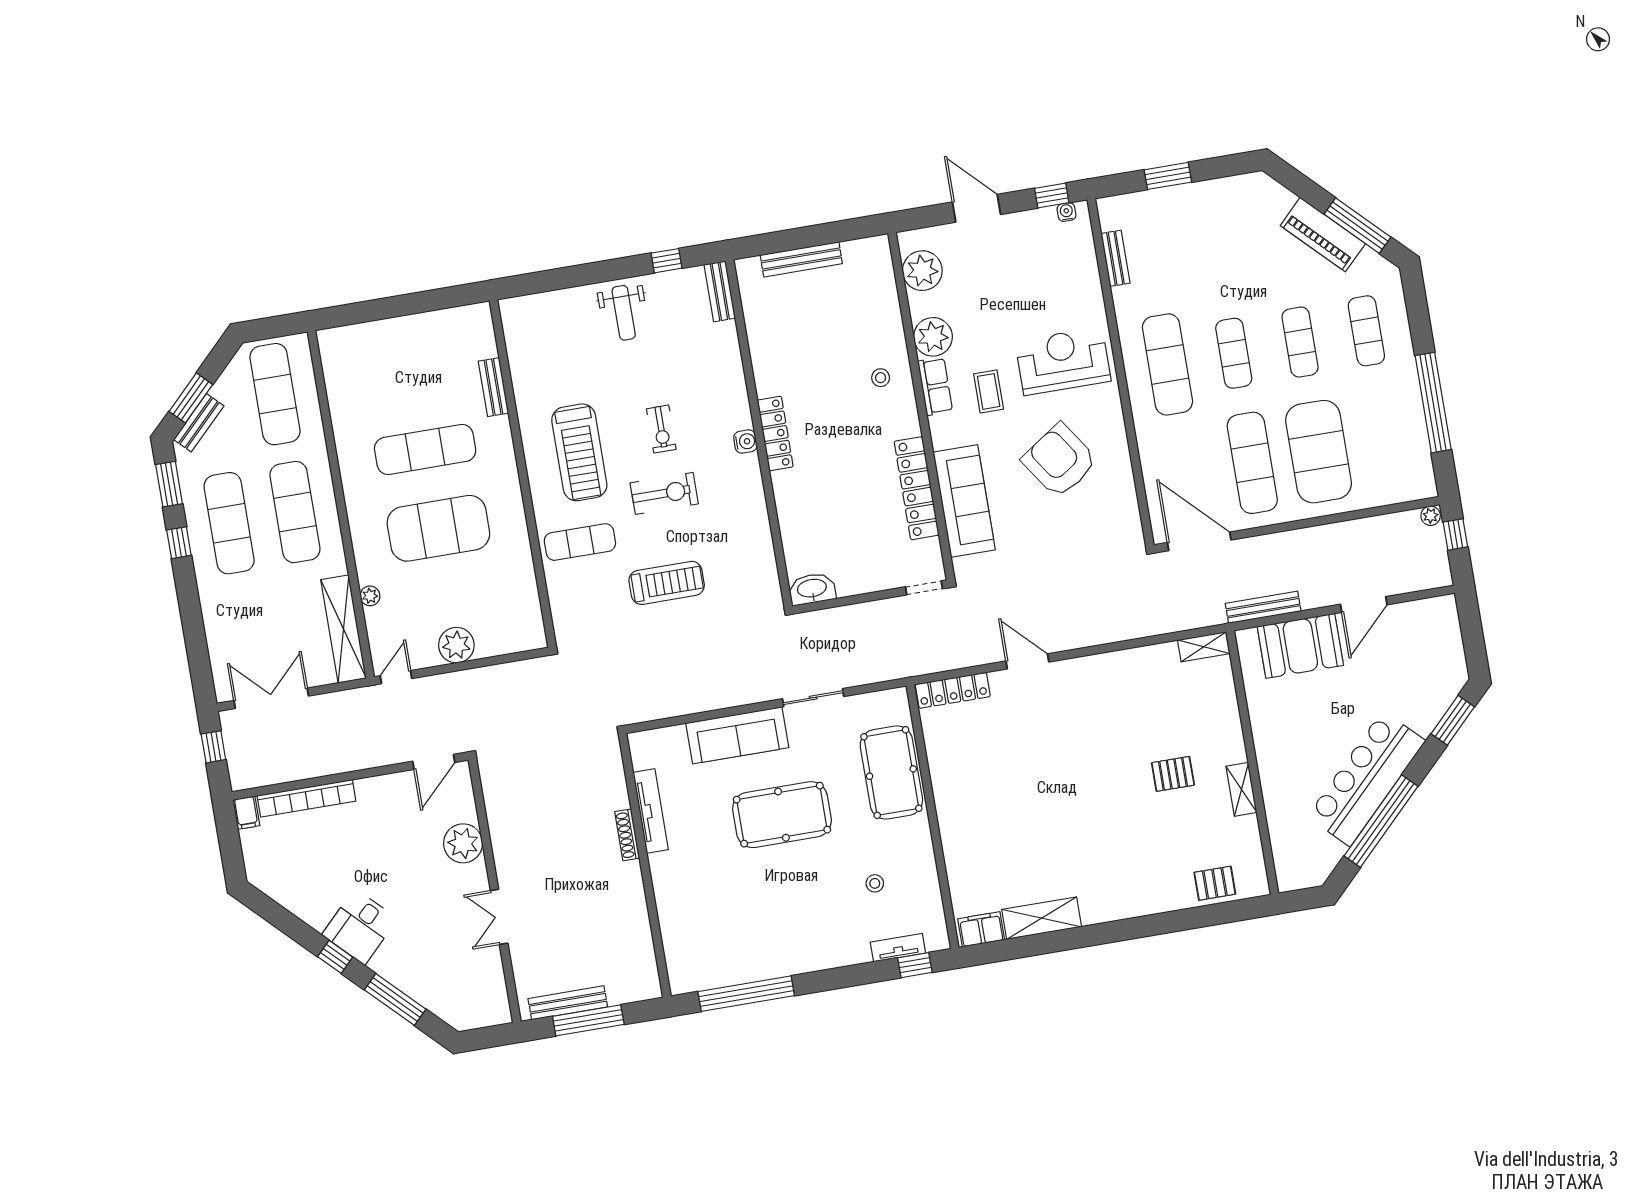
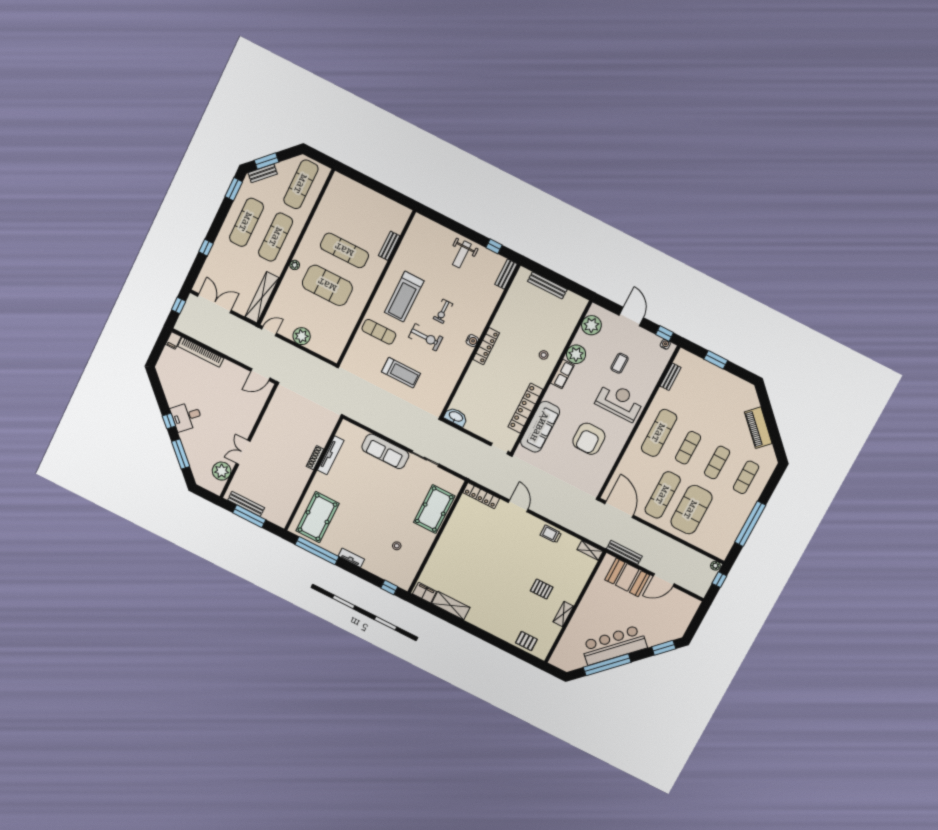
window: (1357, 226) -> (774, 434), removed
coffee table: (989, 391) -> (620, 363), moved
armchair: (1060, 461) -> (589, 439), turned -146
window: (179, 543) -> (206, 248), moved
plant: (370, 596) -> (295, 265), moved
trolley: (1118, 668) -> (551, 534), added
pool table: (782, 815) -> (318, 517), moved, turned 90
plant: (463, 843) -> (222, 471), moved
tv unit: (898, 948) -> (351, 558), moved

